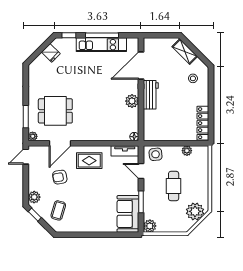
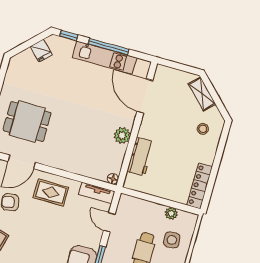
door: (141, 66) -> (145, 96), hinge flipped
workbench: (151, 95) -> (140, 157), moved
side table: (156, 154) -> (172, 240), moved

